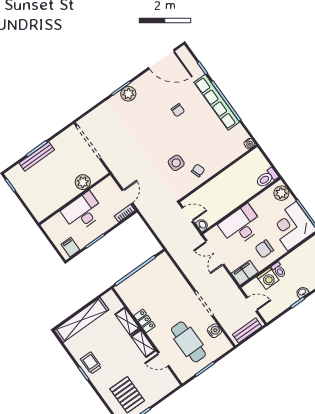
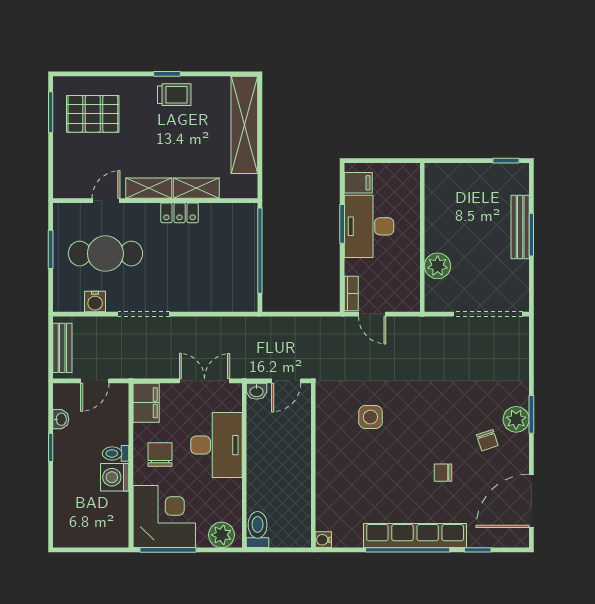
chair: (198, 170) -> (487, 440), moved
desk: (83, 212) -> (369, 226), moved, turned 180
washing machine: (268, 279) -> (115, 477), moved
washbasin: (302, 292) -> (61, 419), moved

